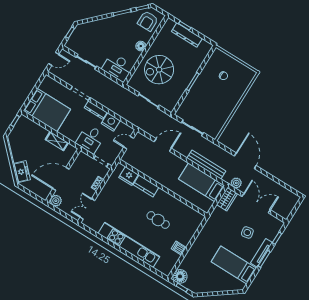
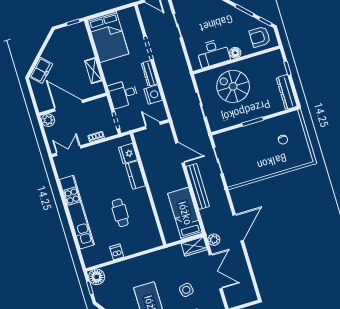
dresser: (187, 35) -> (287, 92), moved
desk: (118, 67) -> (213, 53), moved, turned -90
bench: (206, 165) -> (198, 186), moved

